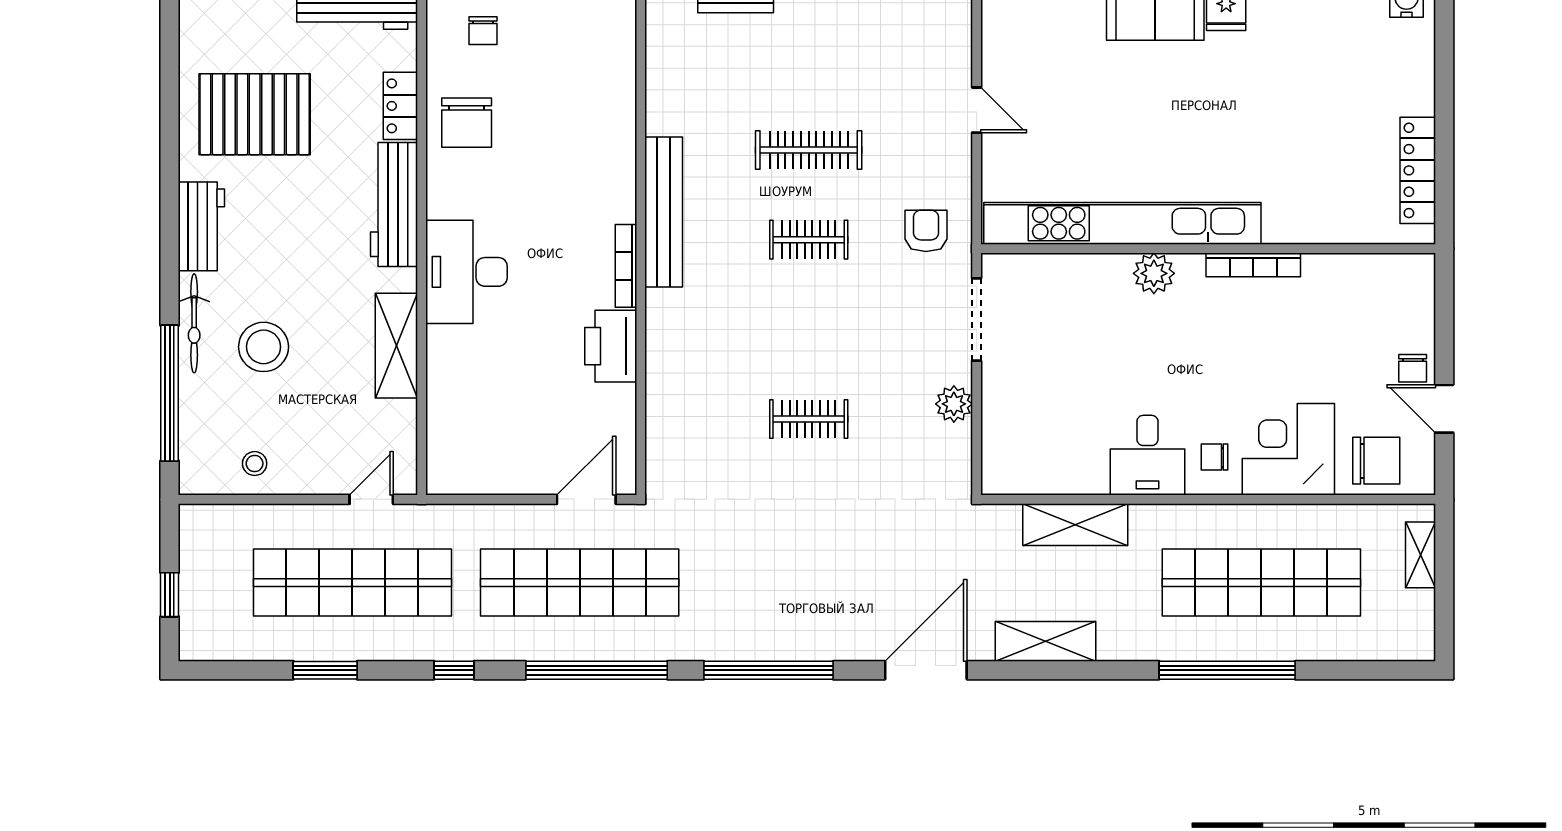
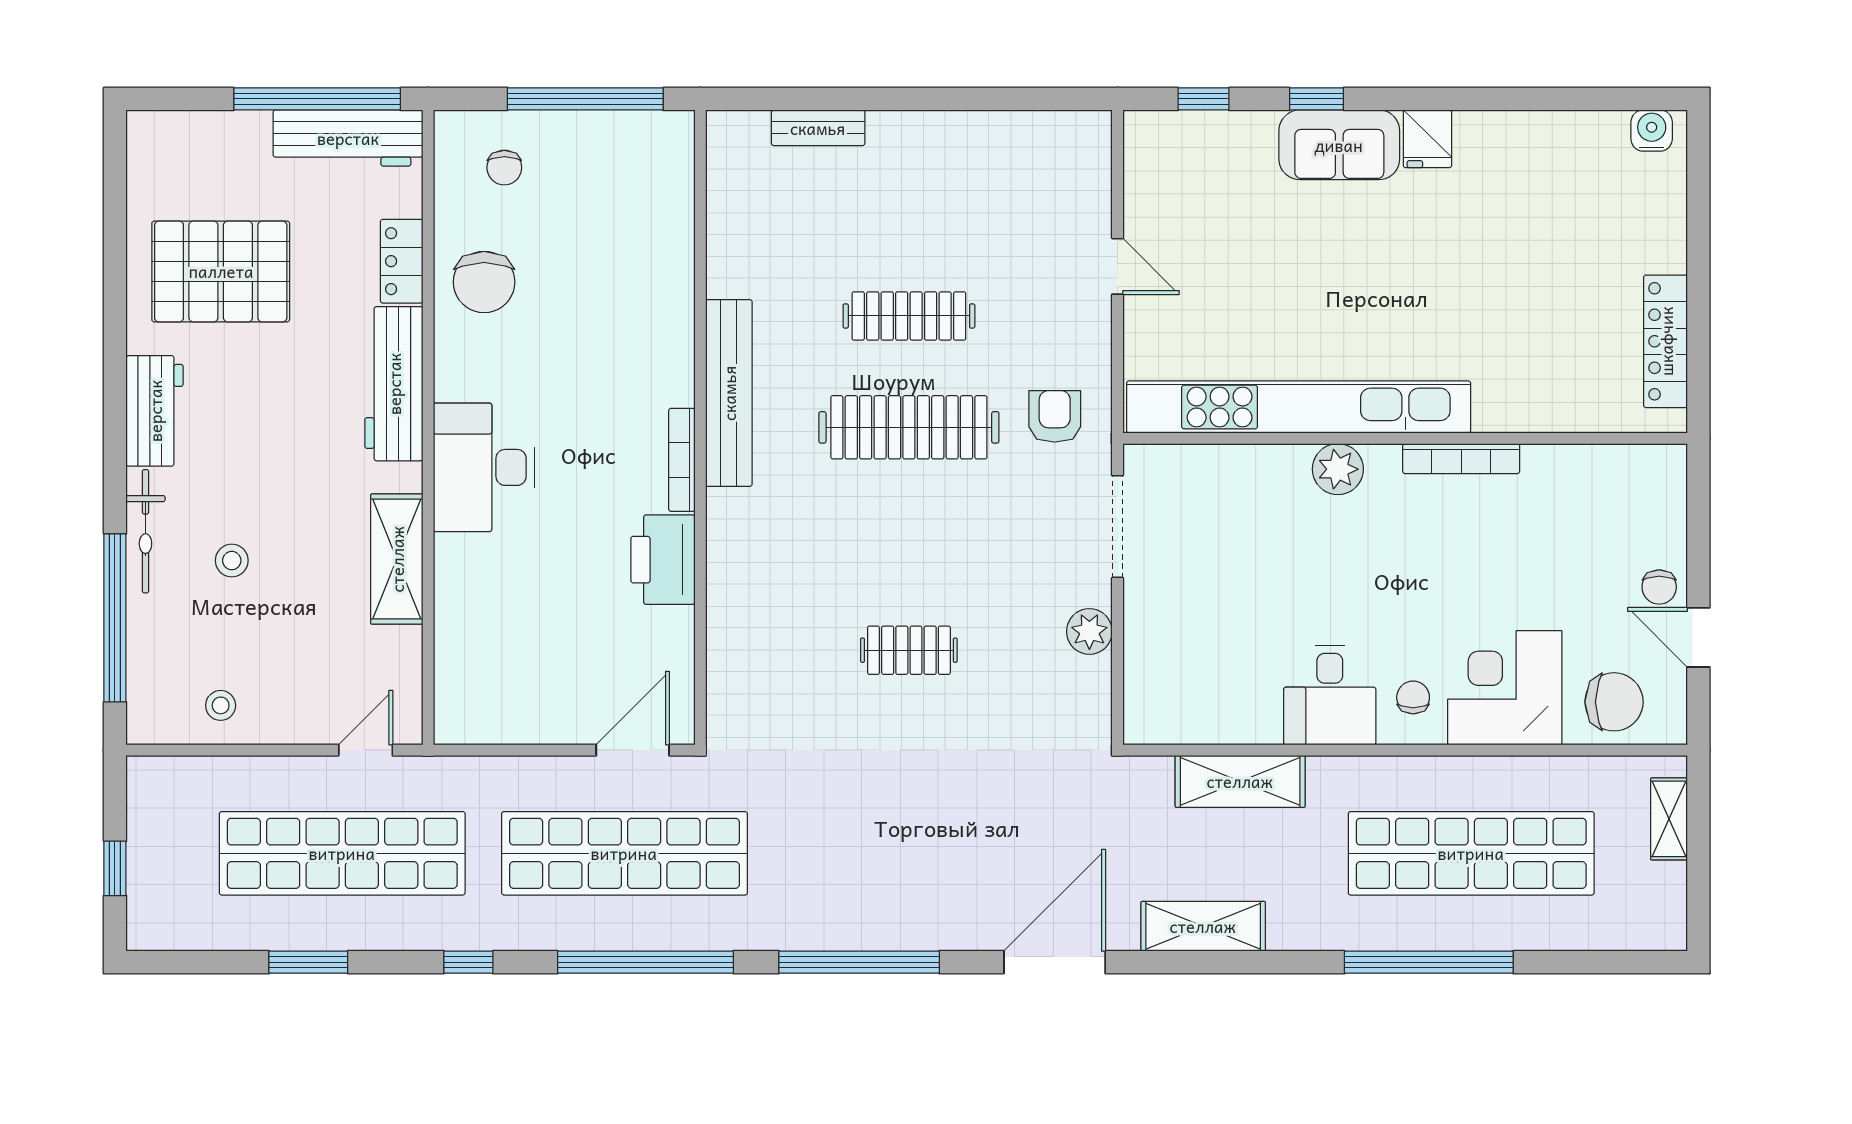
clothes rail: (809, 240) -> (909, 427), width x1.86, depth x1.31
stool: (264, 347) -> (232, 561), width x0.53, depth x0.53
chair: (1215, 457) -> (1413, 697), turned 90

